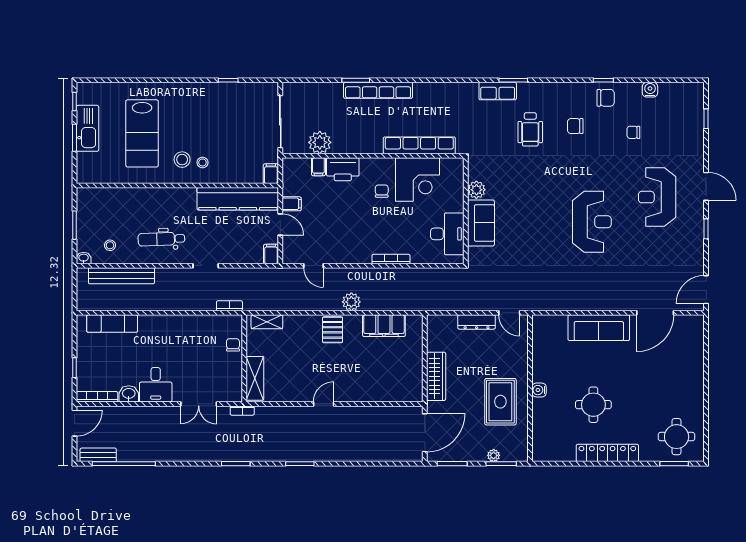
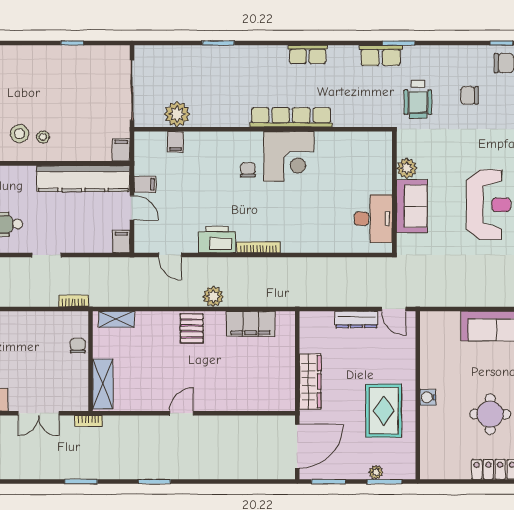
row of seats: (378, 90) -> (308, 54), moved, width x0.50
printer: (343, 169) -> (217, 240), moved, turned 180
plant: (476, 190) -> (407, 168), moved
wall: (466, 211) -> (394, 192), moved
sofa: (481, 223) -> (412, 206), moved
desk: (447, 234) -> (373, 219), moved

